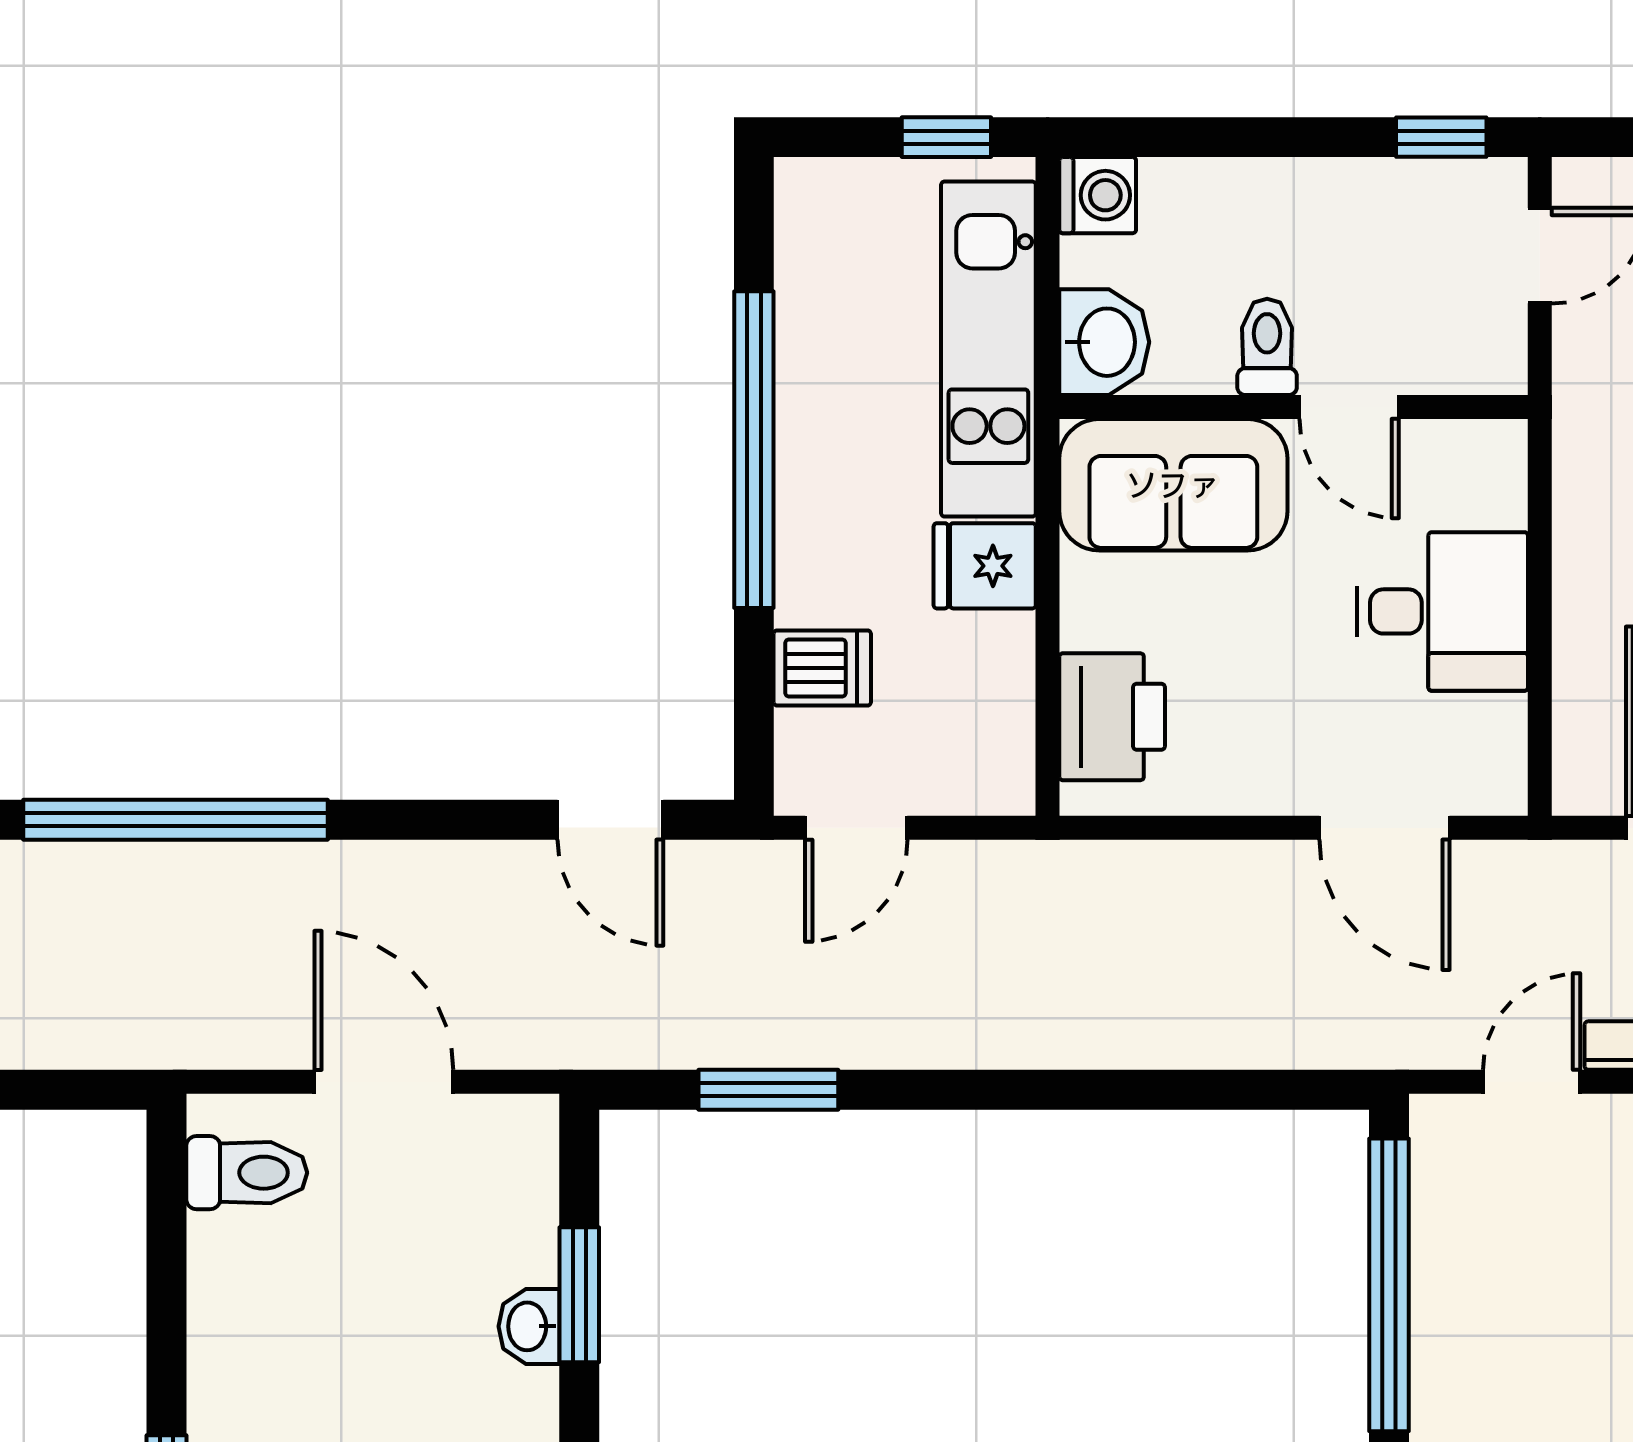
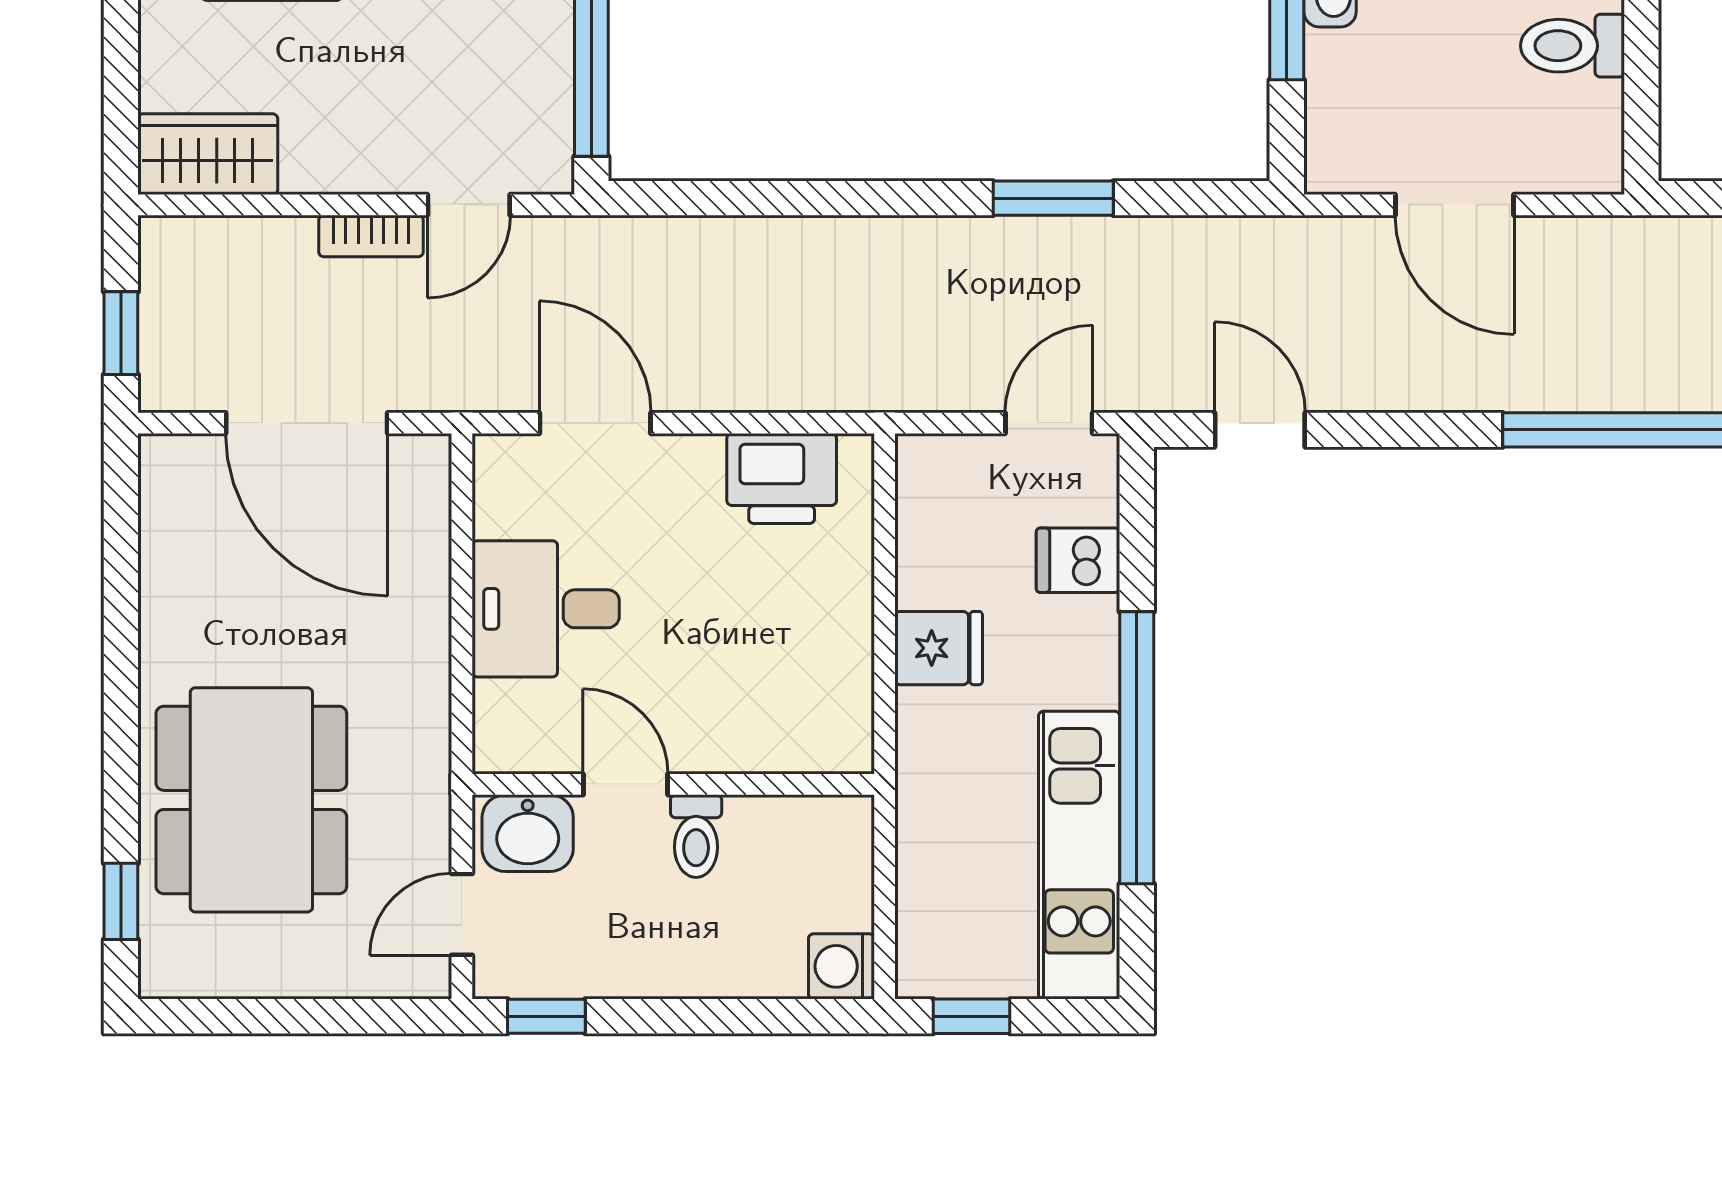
washbasin: (1104, 342) -> (528, 833), moved, turned -90
kitchen unit: (988, 349) -> (1079, 855), moved, turned 180
sofa: (1173, 485) -> (776, 718), removed
printer: (1112, 717) -> (782, 478), moved, turned -90
window: (768, 1090) -> (1053, 198), moved
toilet: (247, 1173) -> (1572, 46), moved

